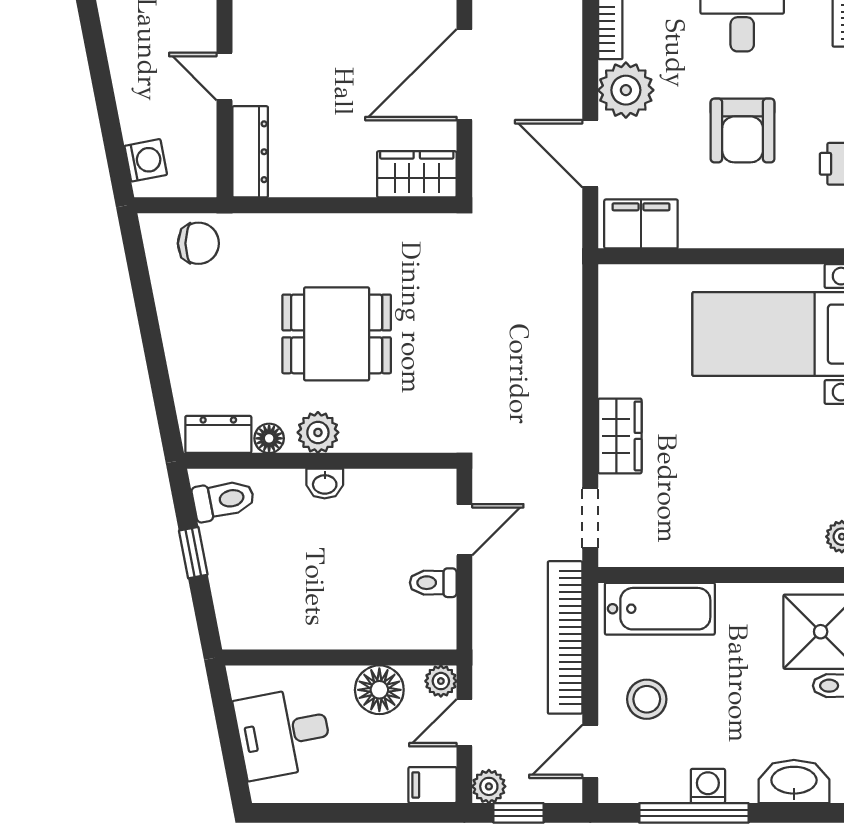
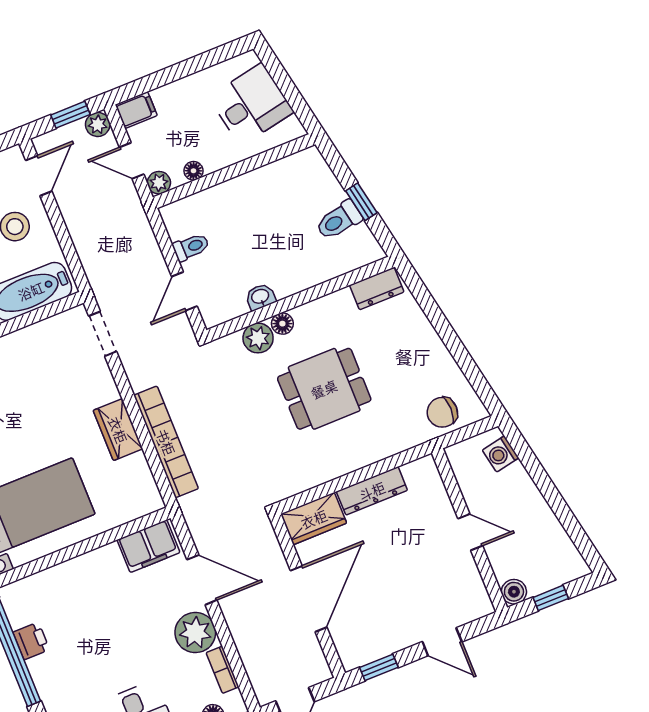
armchair: (743, 130) -> (105, 637), removed
dresser: (250, 152) -> (372, 491), moved, turned -90
plant: (318, 432) -> (258, 338), moved
wardrobe: (620, 436) -> (118, 430), moved
floor lamp: (269, 438) -> (282, 324), moved
washbasin: (325, 484) -> (260, 297), moved
toilet: (223, 500) -> (339, 220), moved
bookcase: (565, 637) -> (166, 442), moved
floor lamp: (379, 690) -> (193, 171), width x0.53, depth x0.53
door: (464, 723) -> (132, 161), swing flipped

